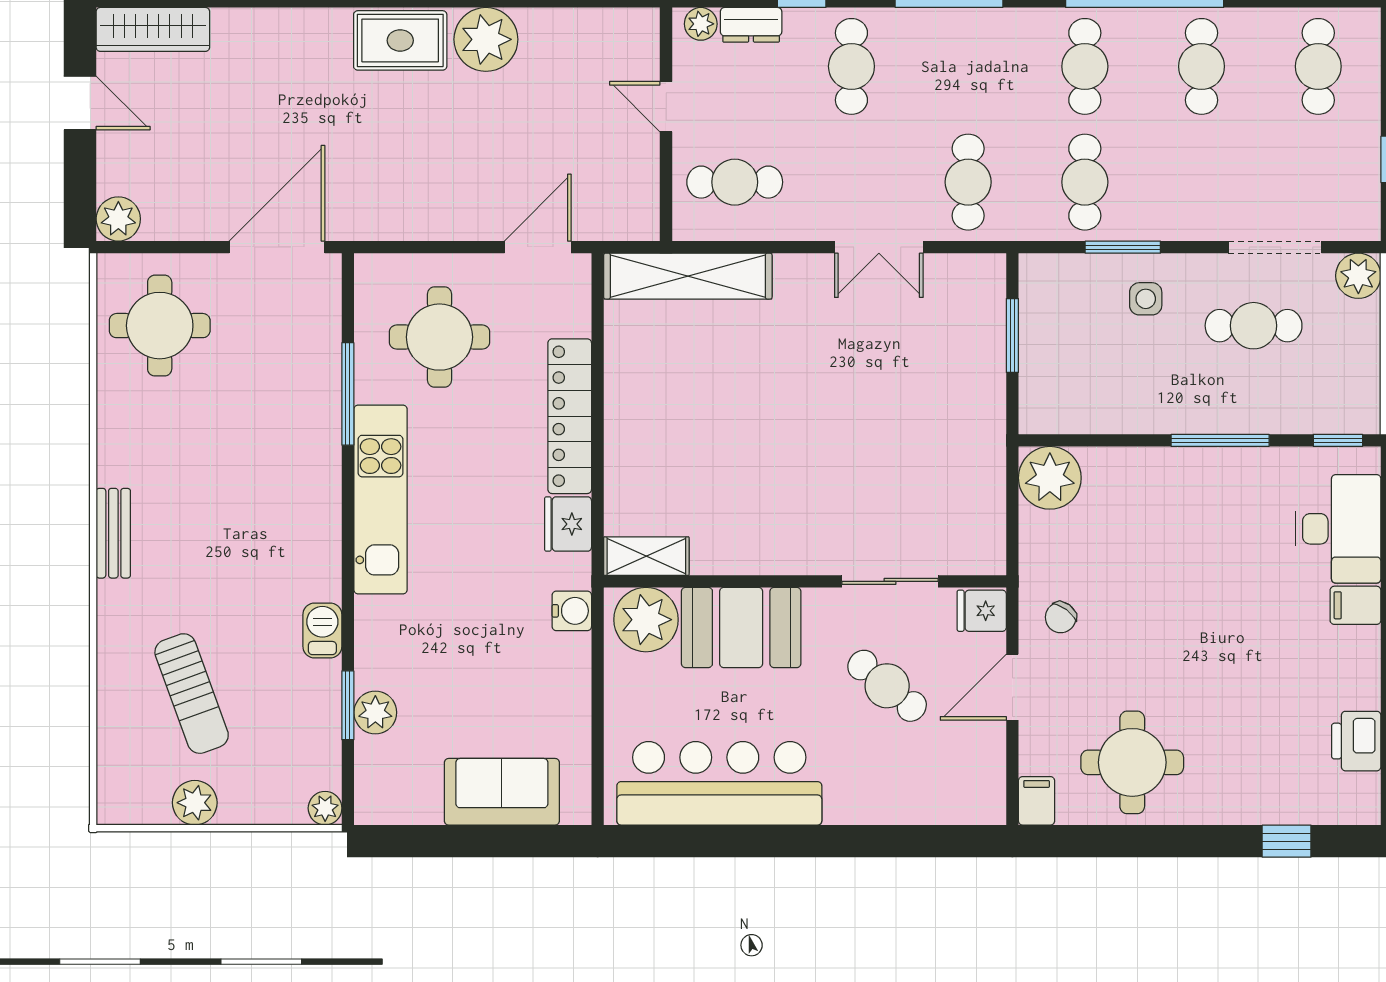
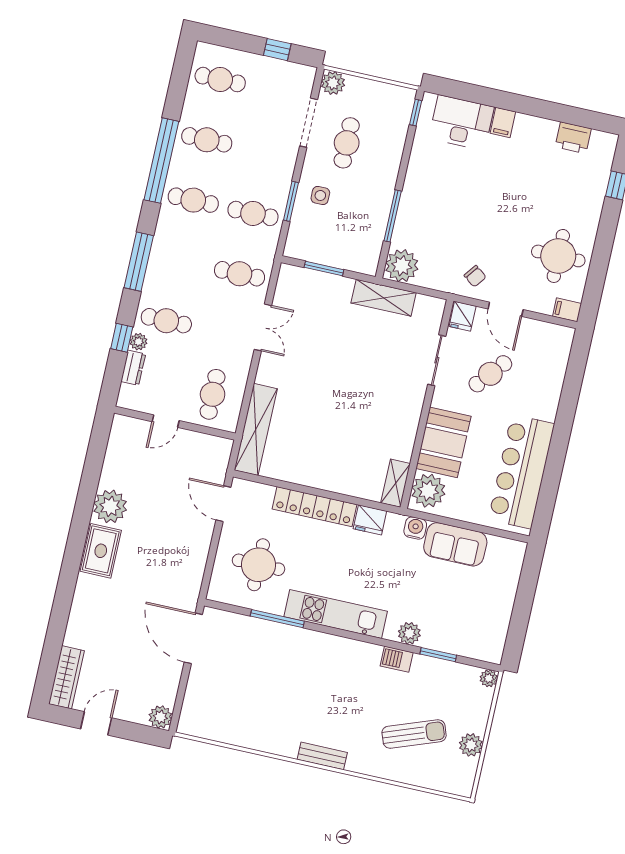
plant: (701, 24) -> (138, 342), moved
round table: (160, 326) -> (220, 708), removed
window: (1220, 440) -> (393, 216), moved
shelving: (983, 458) -> (384, 298), added
plant: (375, 712) -> (409, 633), moved
sofa: (502, 792) -> (455, 544), moved, turned -90

